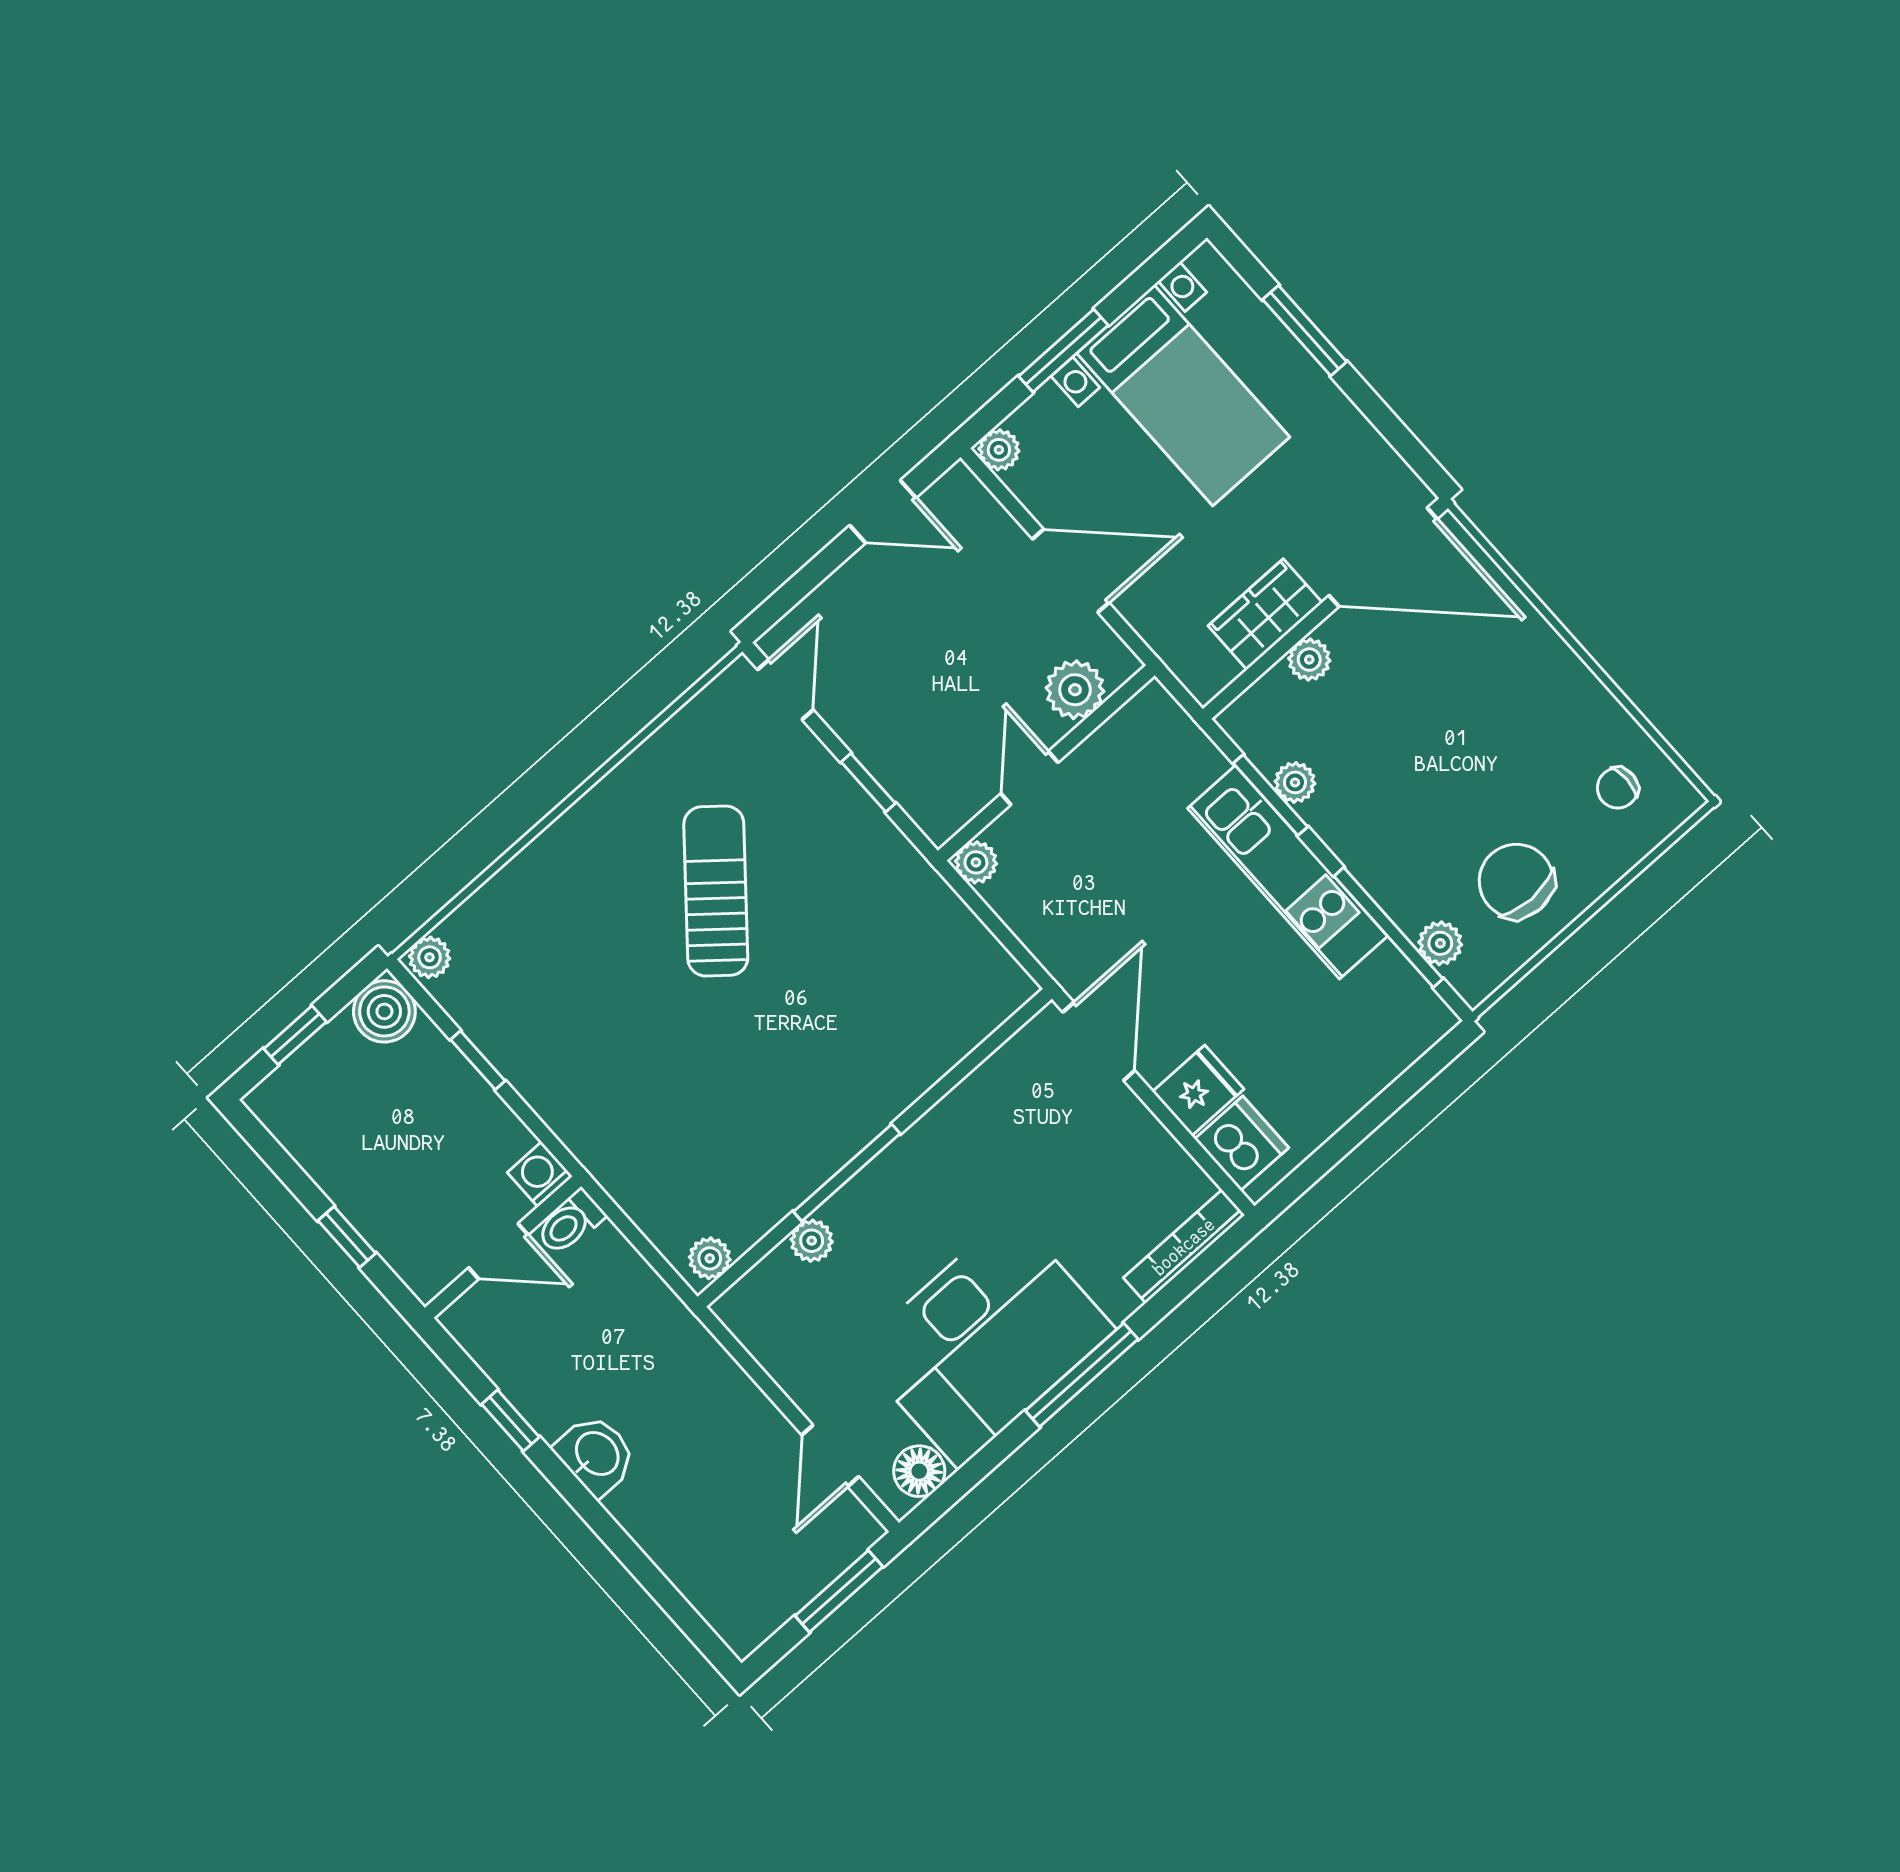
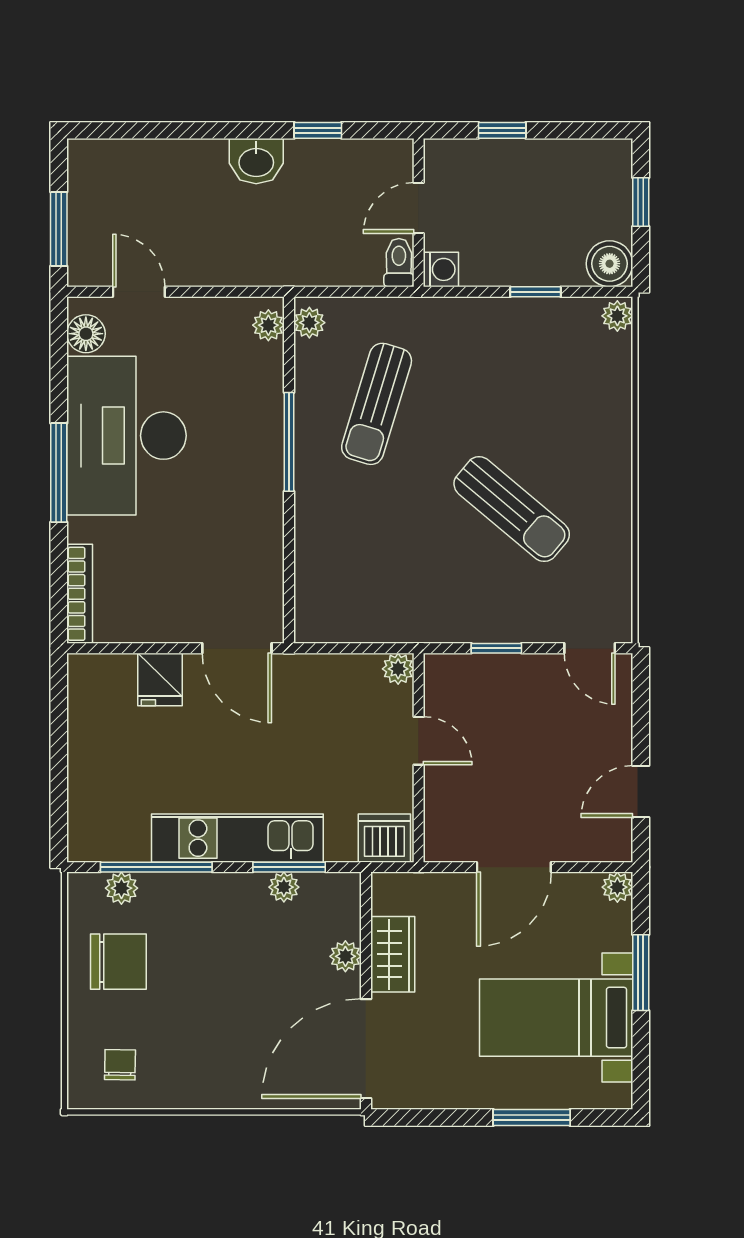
plant: (1075, 690) -> (445, 810), removed
sun lounger: (731, 1119) -> (377, 404), added
dishwasher: (1242, 1143) -> (384, 838), moved, turned 180
plant: (812, 1241) -> (268, 325), moved

